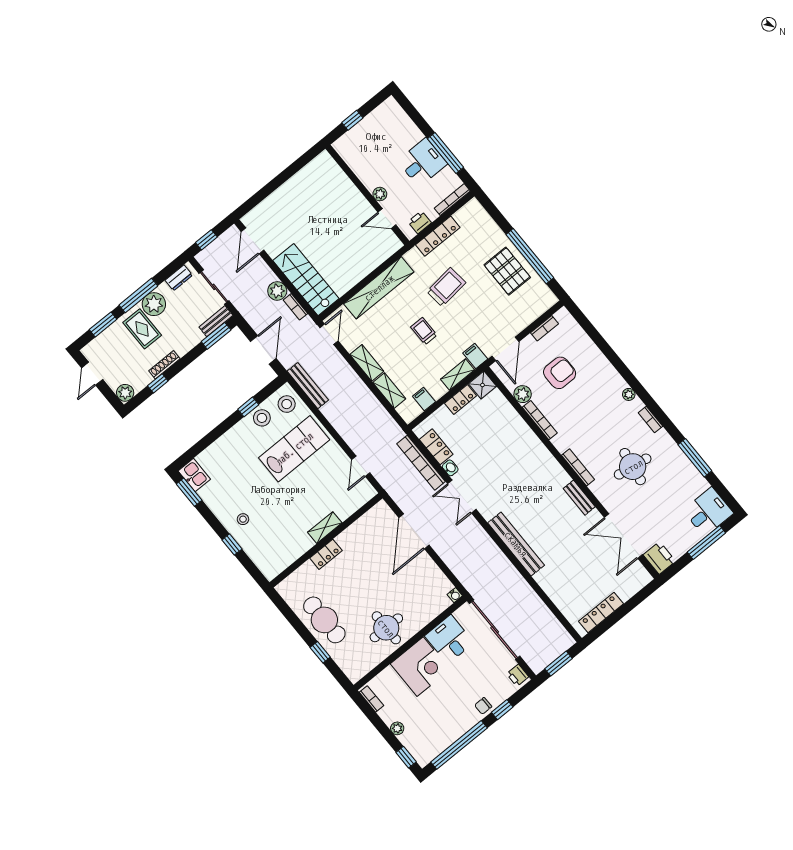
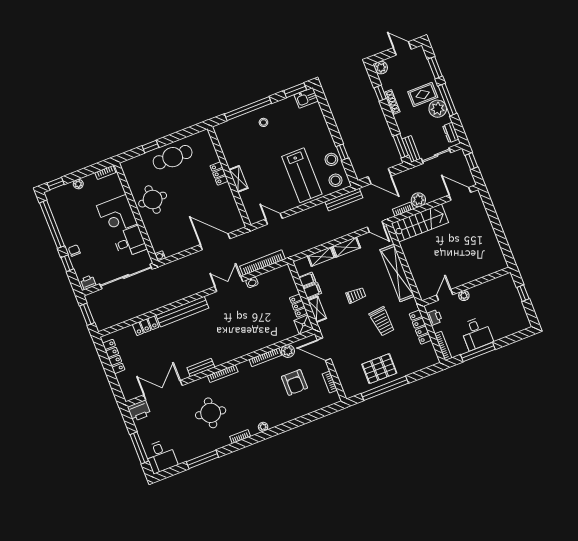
filing cabinet: (475, 356) -> (312, 291), moved
locker: (436, 447) -> (146, 326), moved
window: (232, 544) -> (248, 109), width x3.17

